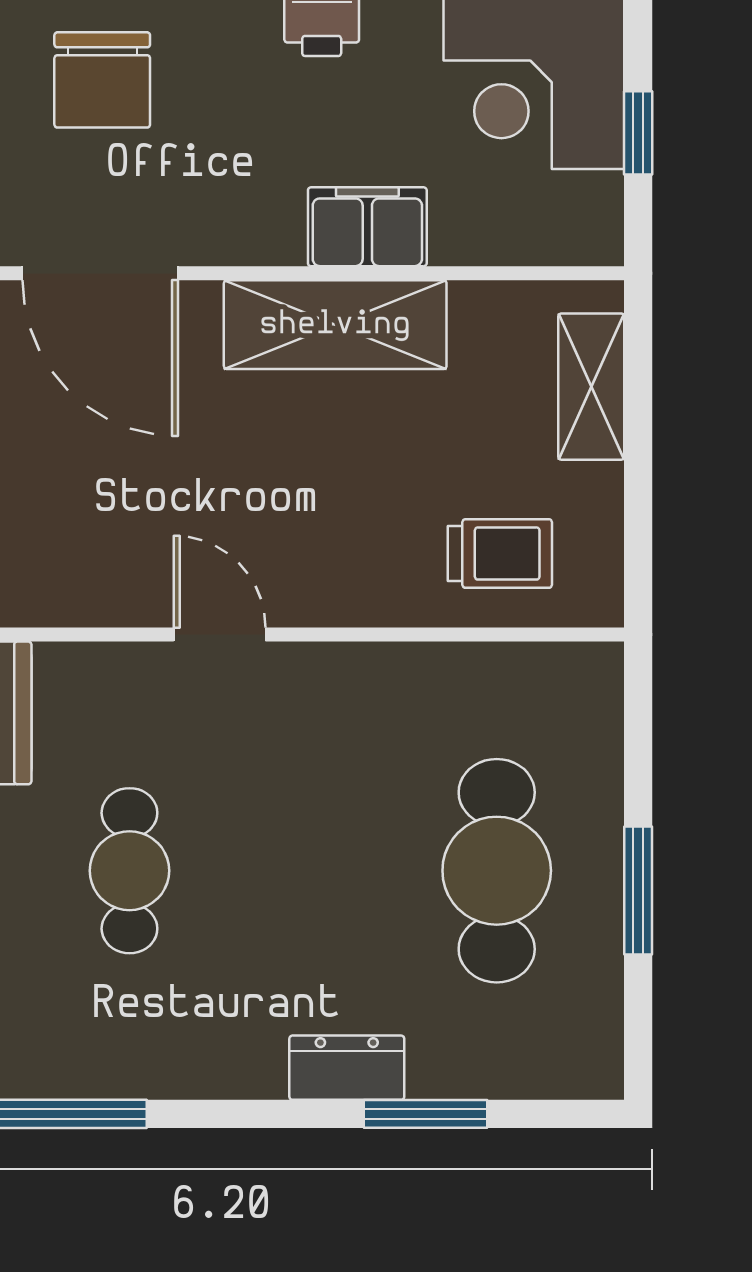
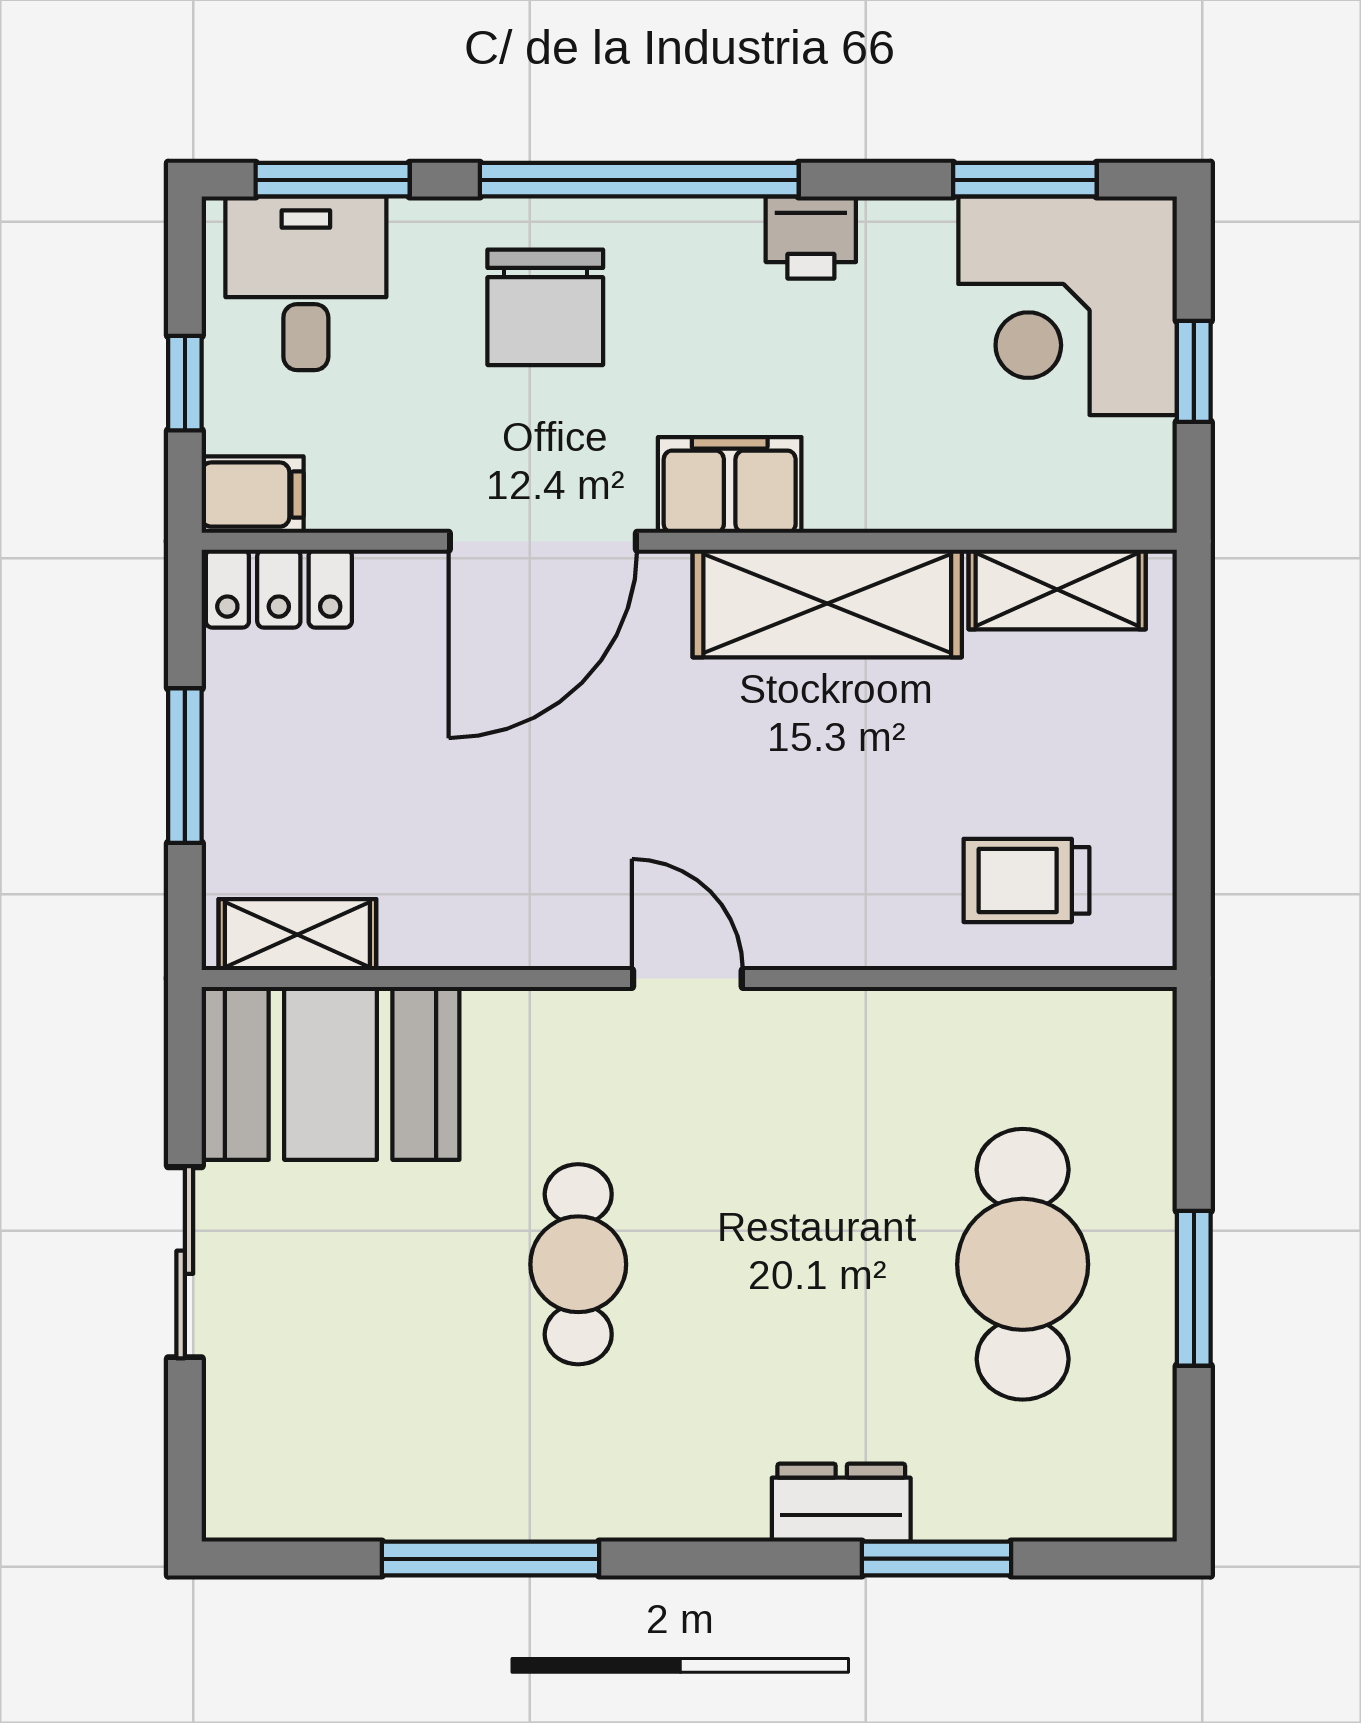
filing cabinet: (367, 227) -> (730, 485), moved
door: (100, 273) -> (543, 541), hinge flipped
shelving: (591, 387) -> (1057, 589), moved, turned 90
trolley: (500, 554) -> (1026, 880), turned 180

